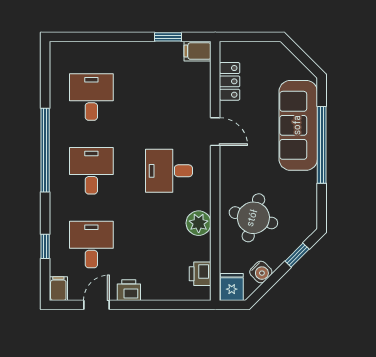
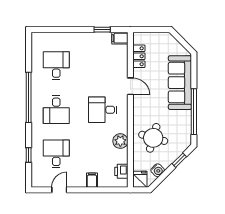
window: (322, 145) -> (194, 112), moved
desk: (91, 171) -> (56, 110), turned 180
filing cabinet: (58, 289) -> (92, 180), moved
printer: (129, 290) -> (79, 181), removed

